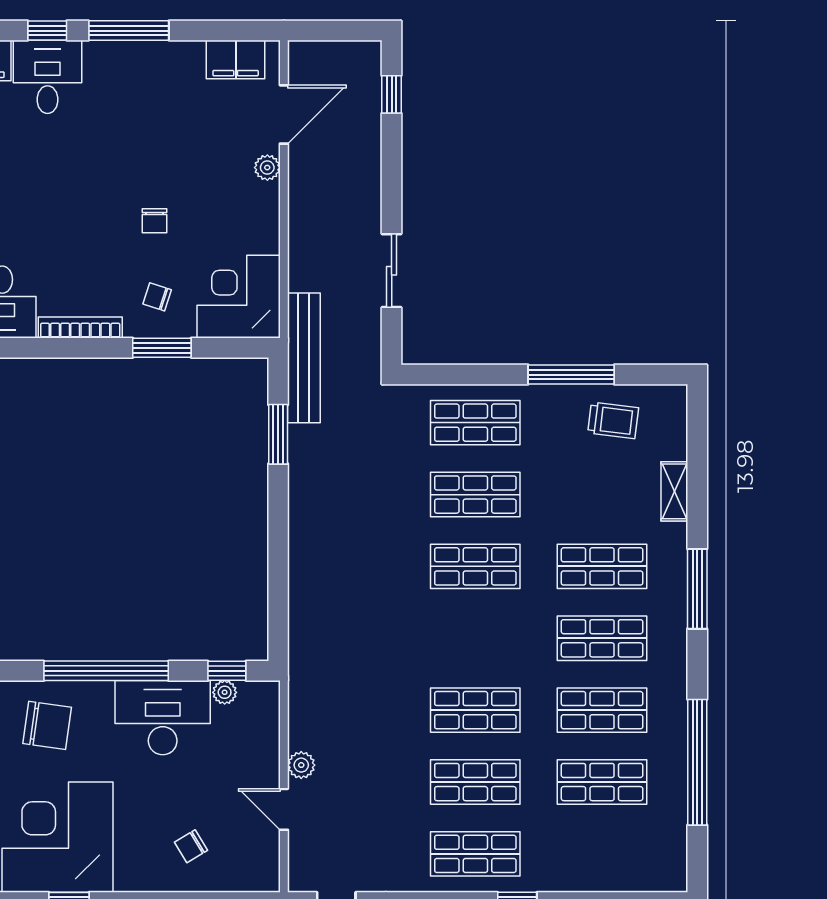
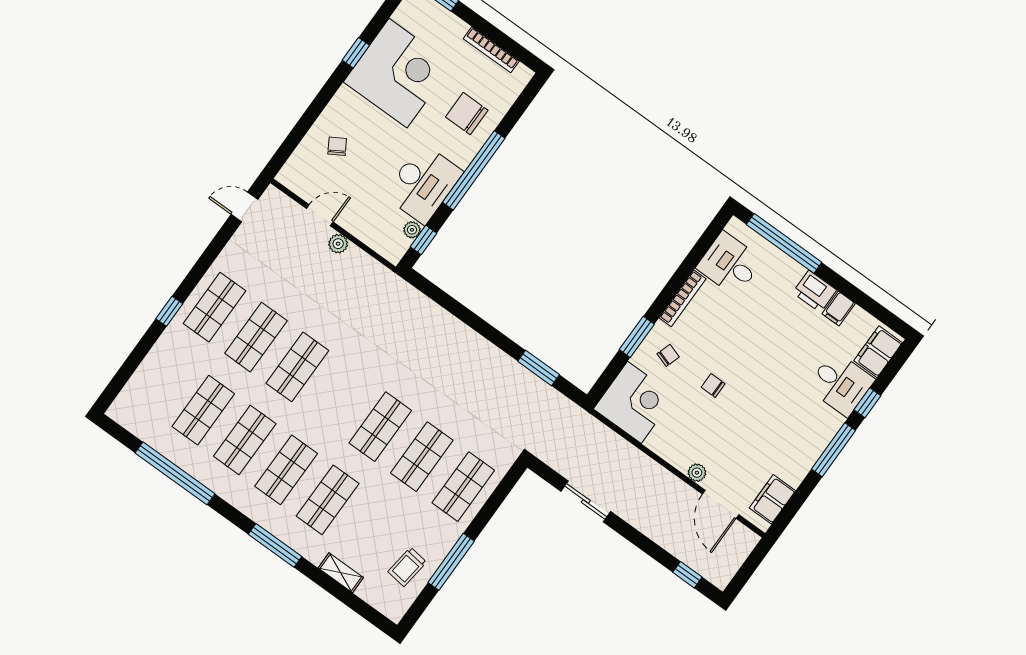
bench: (304, 358) -> (572, 415), removed
chair: (47, 725) -> (467, 114), turned 82

